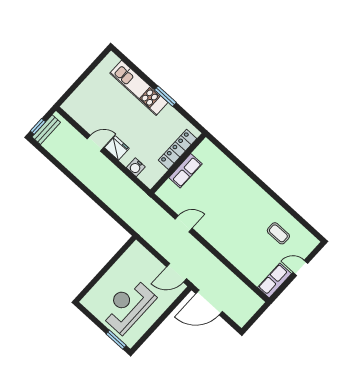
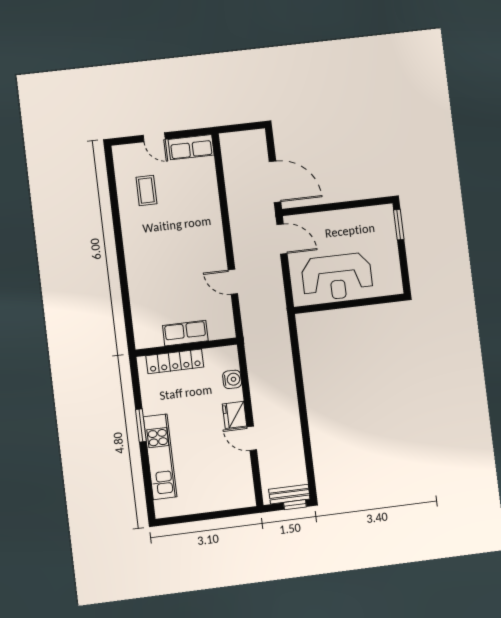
reception desk: (128, 306) -> (337, 277), moved

